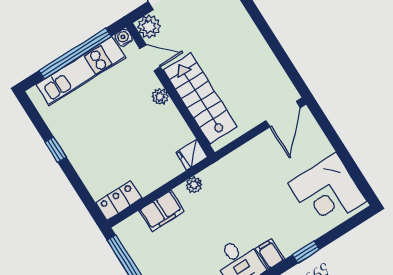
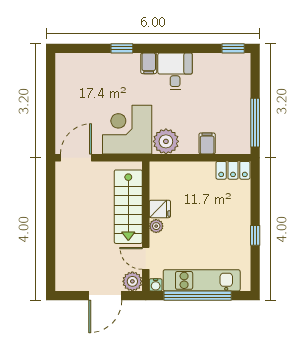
fridge: (192, 155) -> (160, 209), moved
plant: (194, 185) -> (166, 141), width x1.88, depth x1.88
corner desk: (327, 192) -> (127, 130), moved, turned -90
filing cabinet: (161, 211) -> (207, 144), width x0.50

